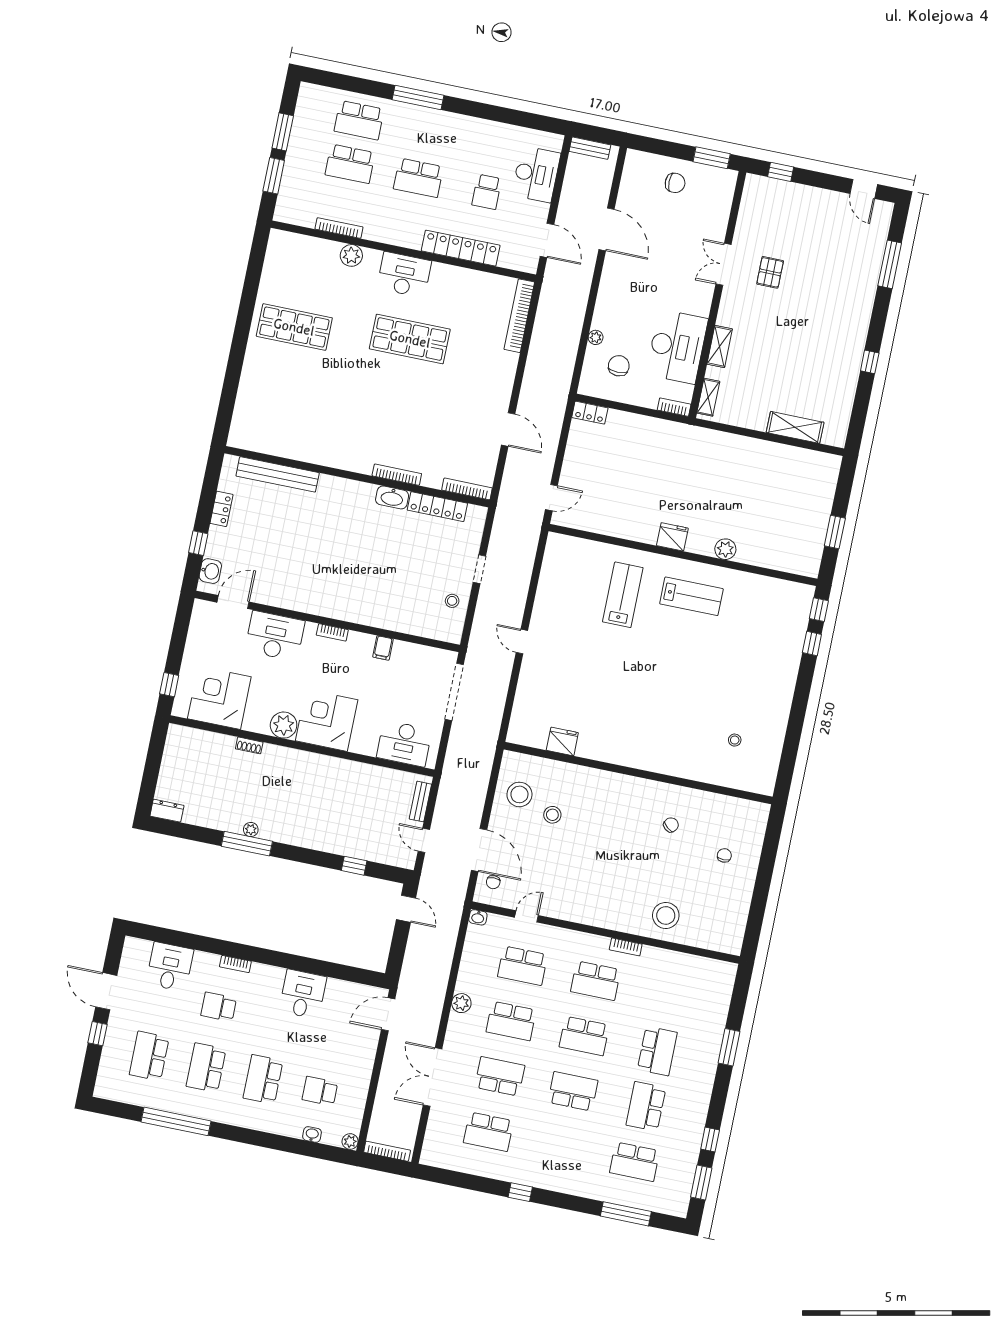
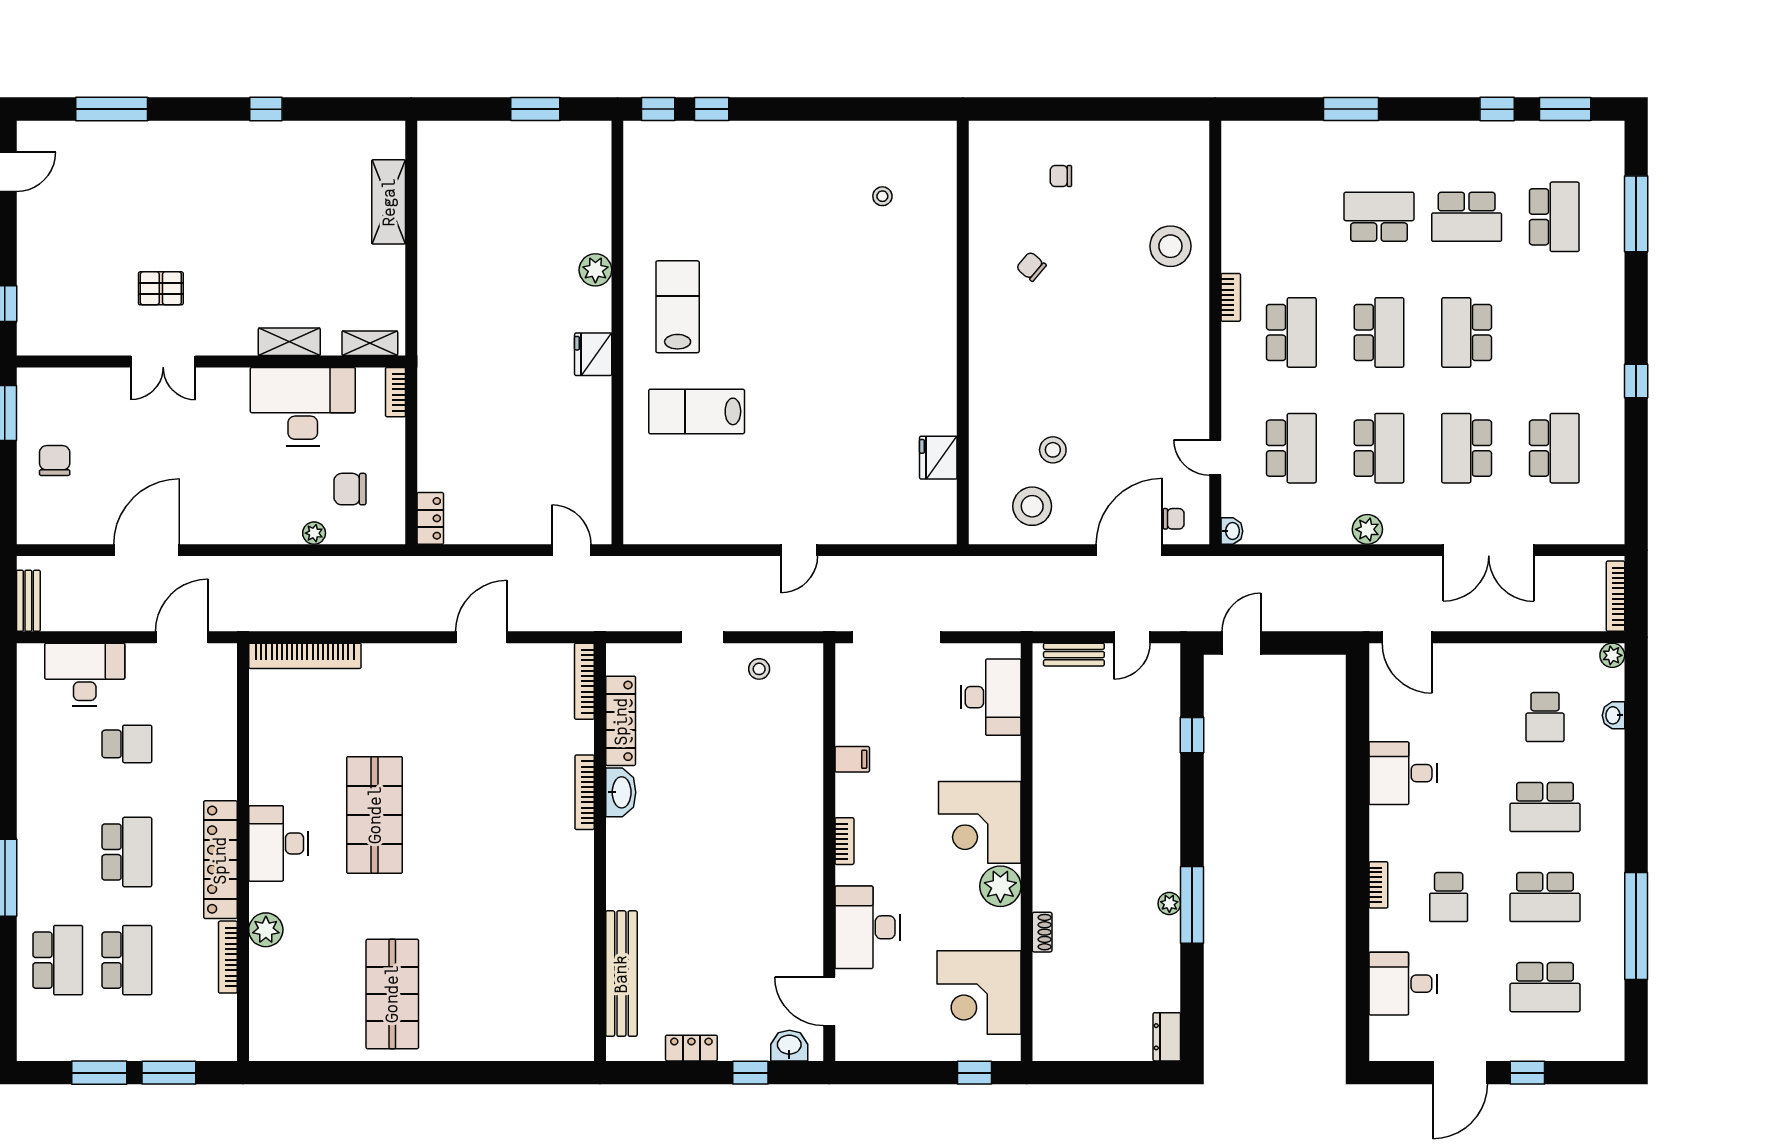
locker: (461, 248) -> (220, 860), moved

